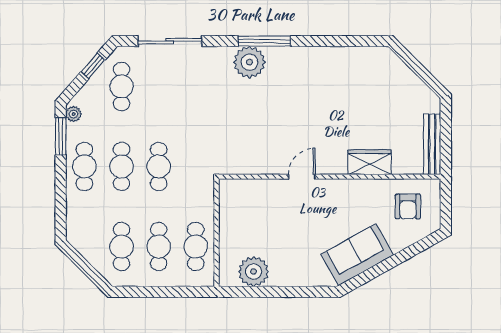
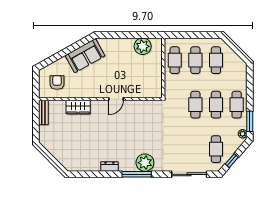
dresser: (313, 55) -> (109, 167), added
bench: (432, 144) -> (43, 112), width x0.73

